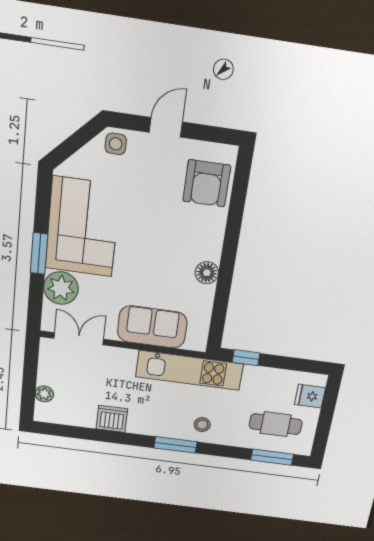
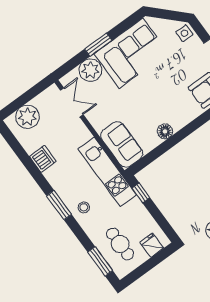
sofa: (152, 327) -> (122, 144), moved
plant: (44, 394) -> (27, 117), width x1.87, depth x1.87

